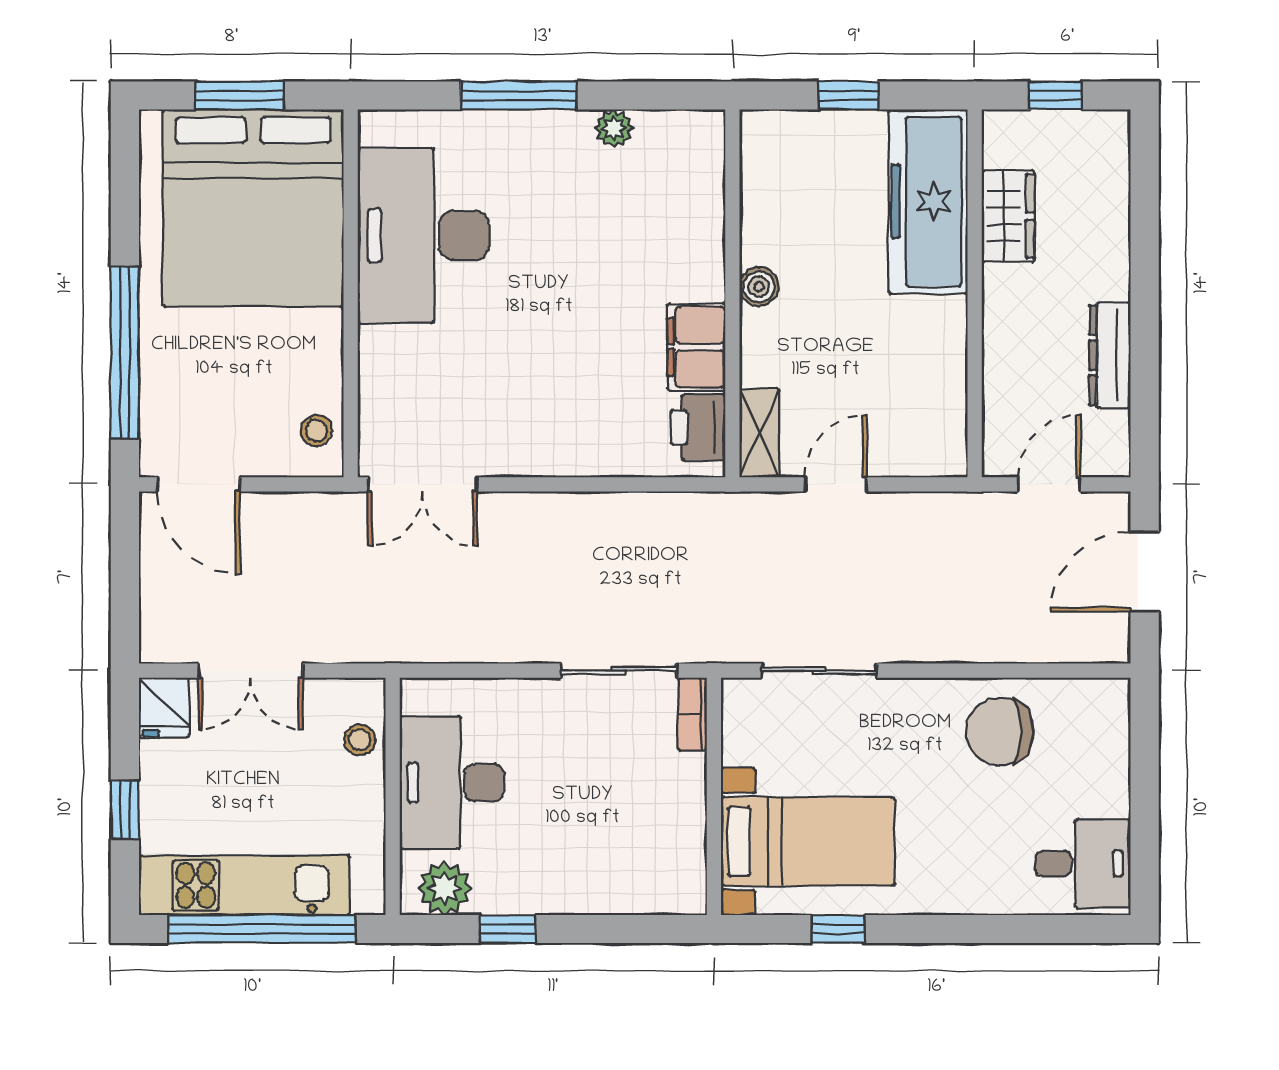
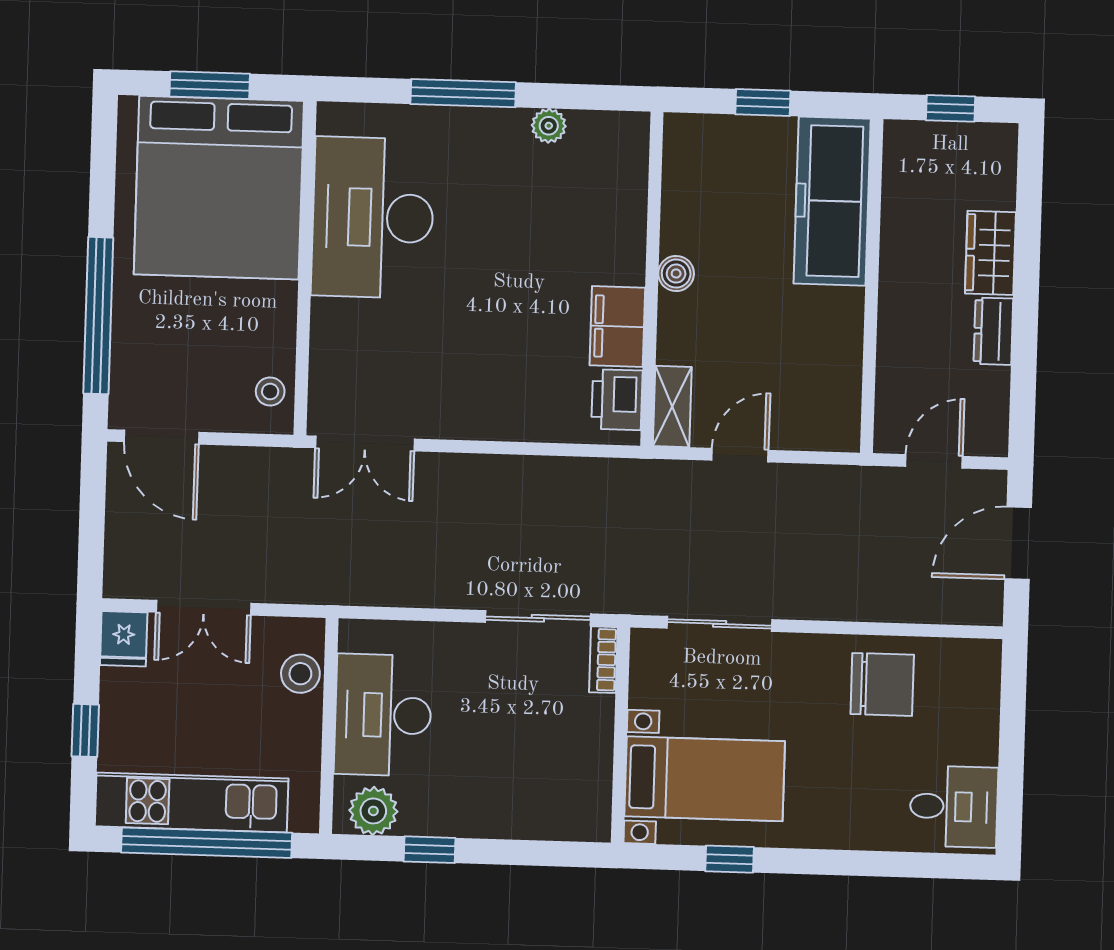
wardrobe: (1008, 216) -> (990, 253), moved, turned 180
dresser: (1110, 355) -> (993, 331), width x0.70
chair: (1000, 732) -> (882, 684), turned 180
stool: (360, 740) -> (300, 674), width x1.37, depth x1.37

